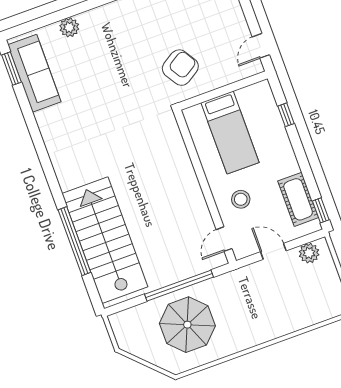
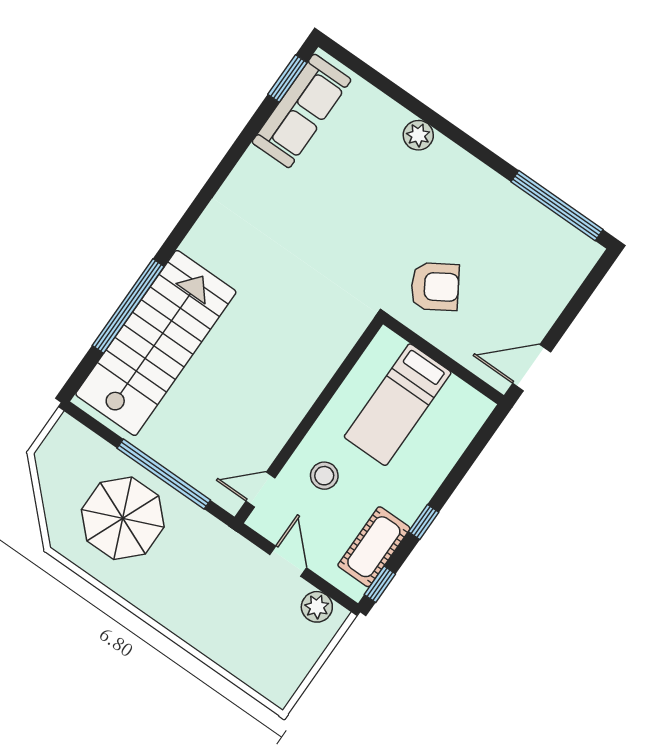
plant: (69, 27) -> (418, 135), moved
door: (261, 46) -> (532, 368), width x1.38
window: (286, 115) -> (424, 522), moved

